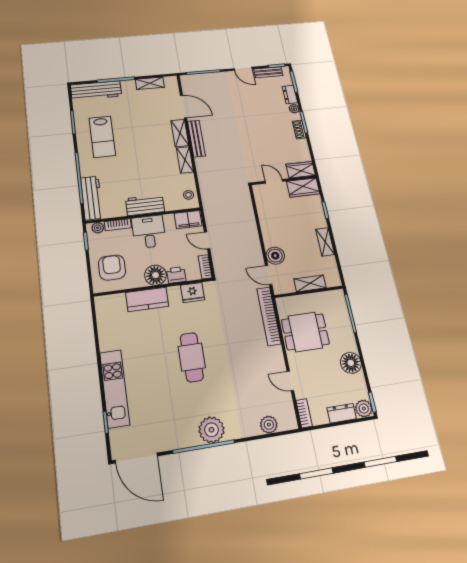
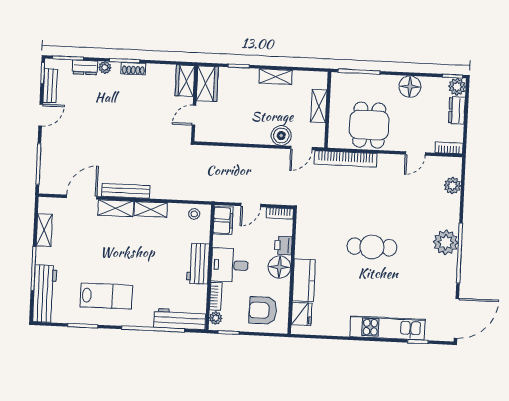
fridge: (193, 292) -> (302, 314), moved

